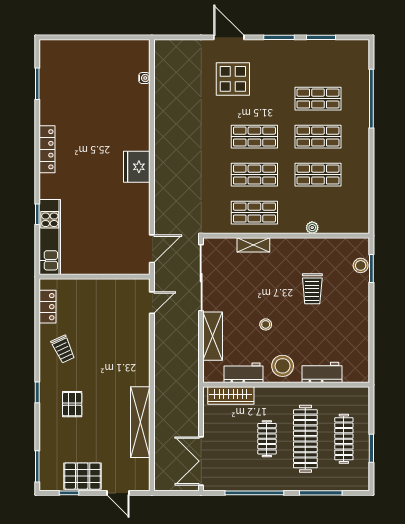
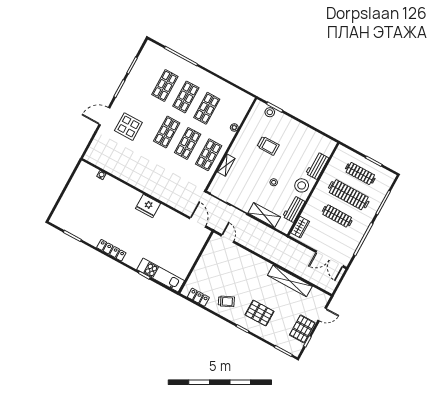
wardrobe: (231, 396) -> (300, 227), width x0.67
pallet: (72, 404) -> (259, 313), width x1.50, depth x1.42
clothes rail: (267, 439) -> (337, 216), width x1.36

